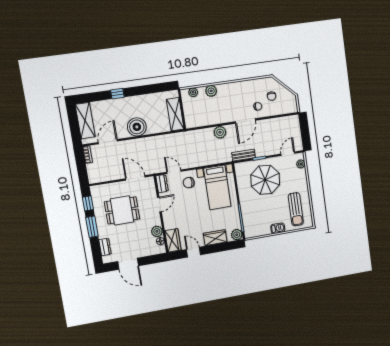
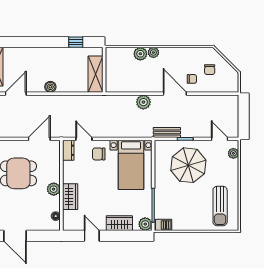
plant: (193, 92) -> (153, 52), moved
window: (117, 94) -> (76, 42), moved
door: (245, 121) -> (175, 94), swing flipped
boiler: (137, 127) -> (50, 87), width x0.54, depth x0.54
door: (288, 154) -> (220, 139), hinge flipped
door: (135, 178) -> (39, 139), hinge flipped
door: (159, 205) -> (61, 174), removed
barbecue: (278, 228) -> (164, 225), moved
plant: (157, 231) -> (54, 189), moved
wardrobe: (173, 240) -> (70, 197), moved

